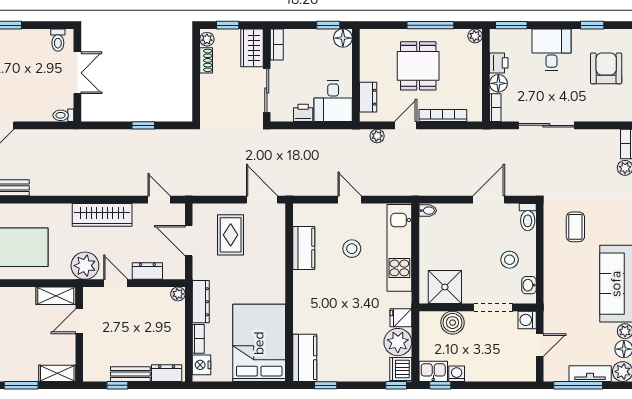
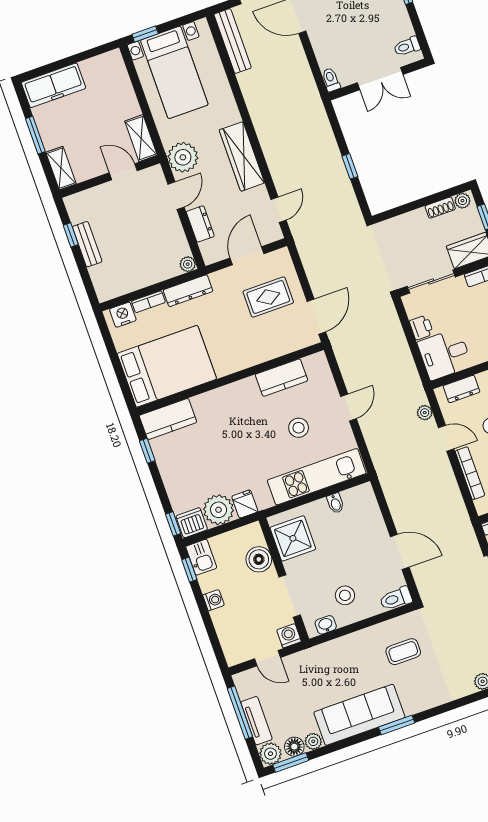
bidet: (428, 211) -> (335, 503), moved
dresser: (167, 373) -> (101, 281), removed
washing machine: (457, 374) -> (214, 600), moved

